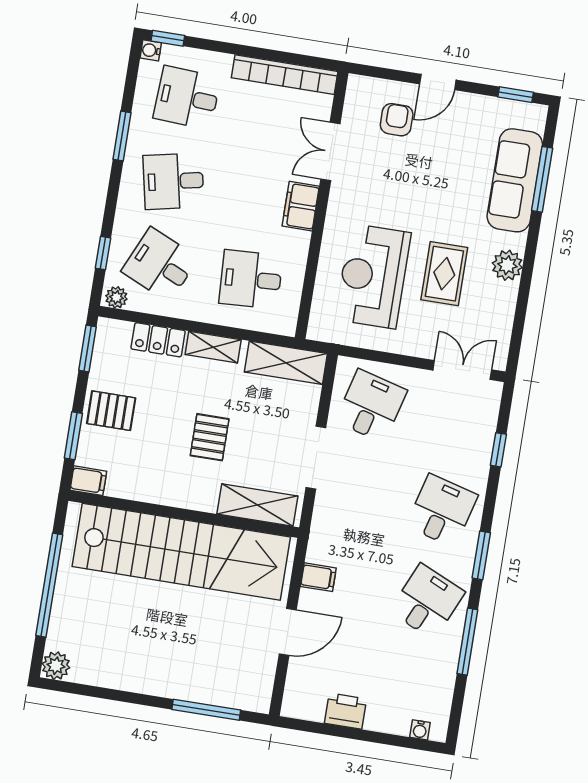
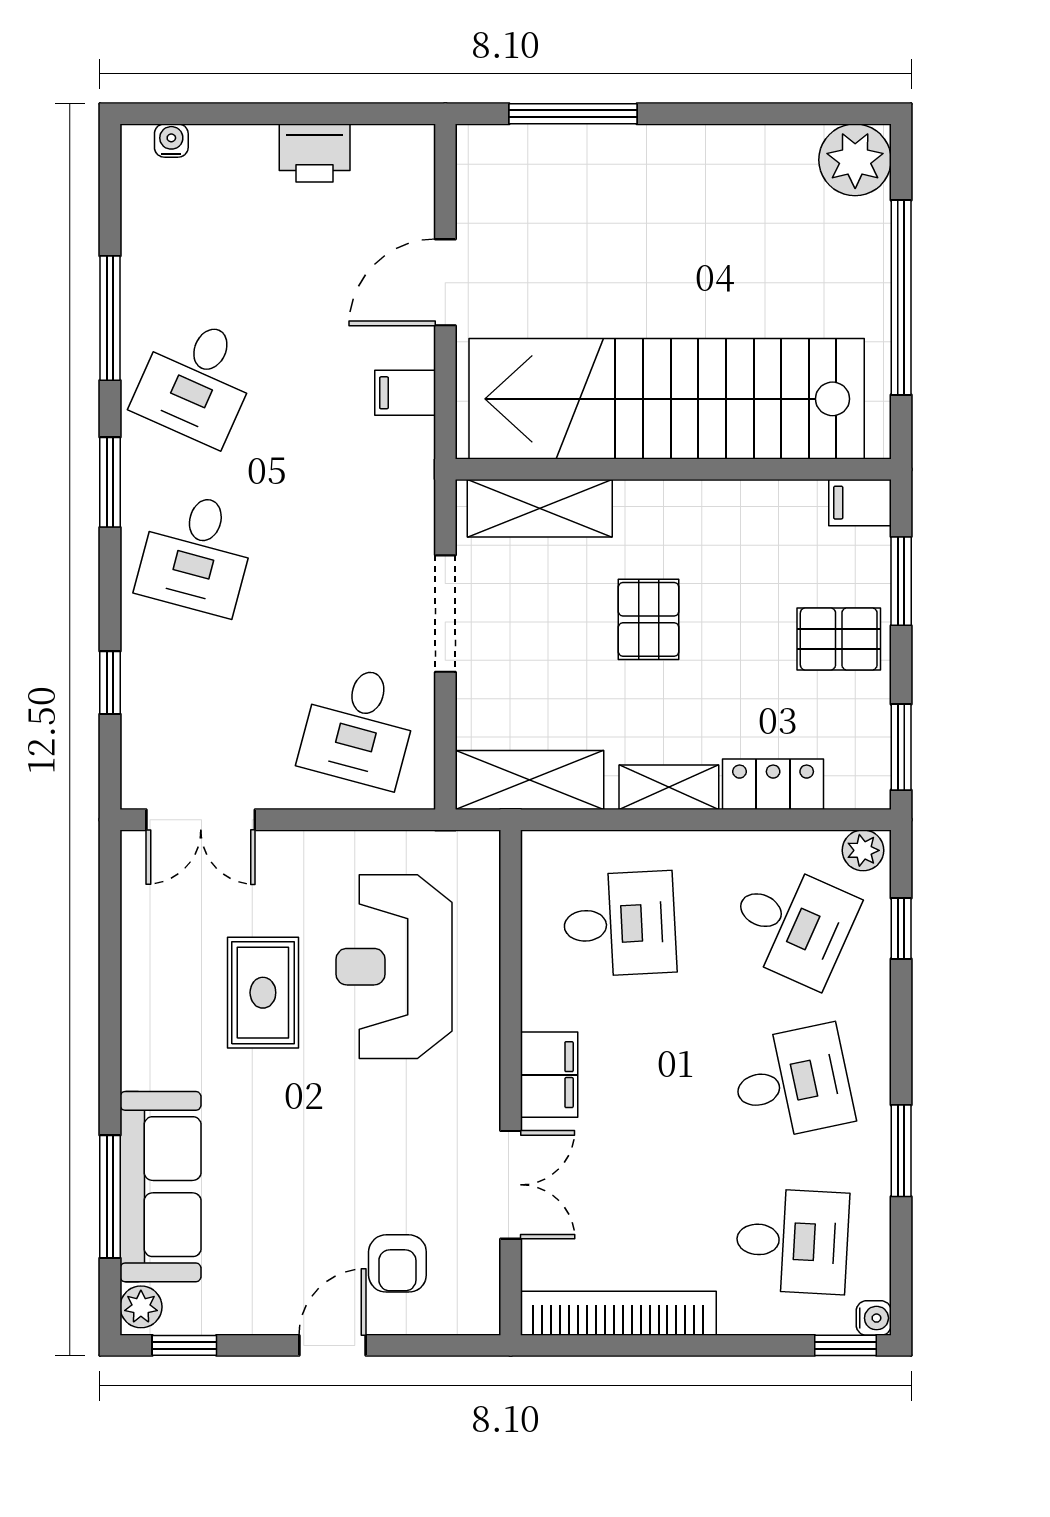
plant: (507, 265) -> (141, 1307), moved, width x0.73, depth x0.73
reception desk: (373, 276) -> (394, 967), turned 180
plant: (56, 666) -> (855, 160), width x1.36, depth x1.36

